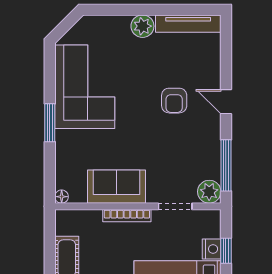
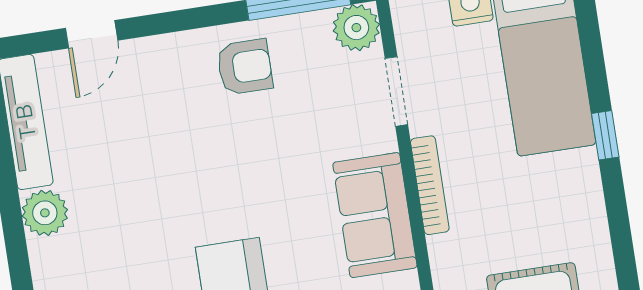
armchair: (174, 101) -> (245, 67), moved
door: (226, 102) -> (92, 34), moved

